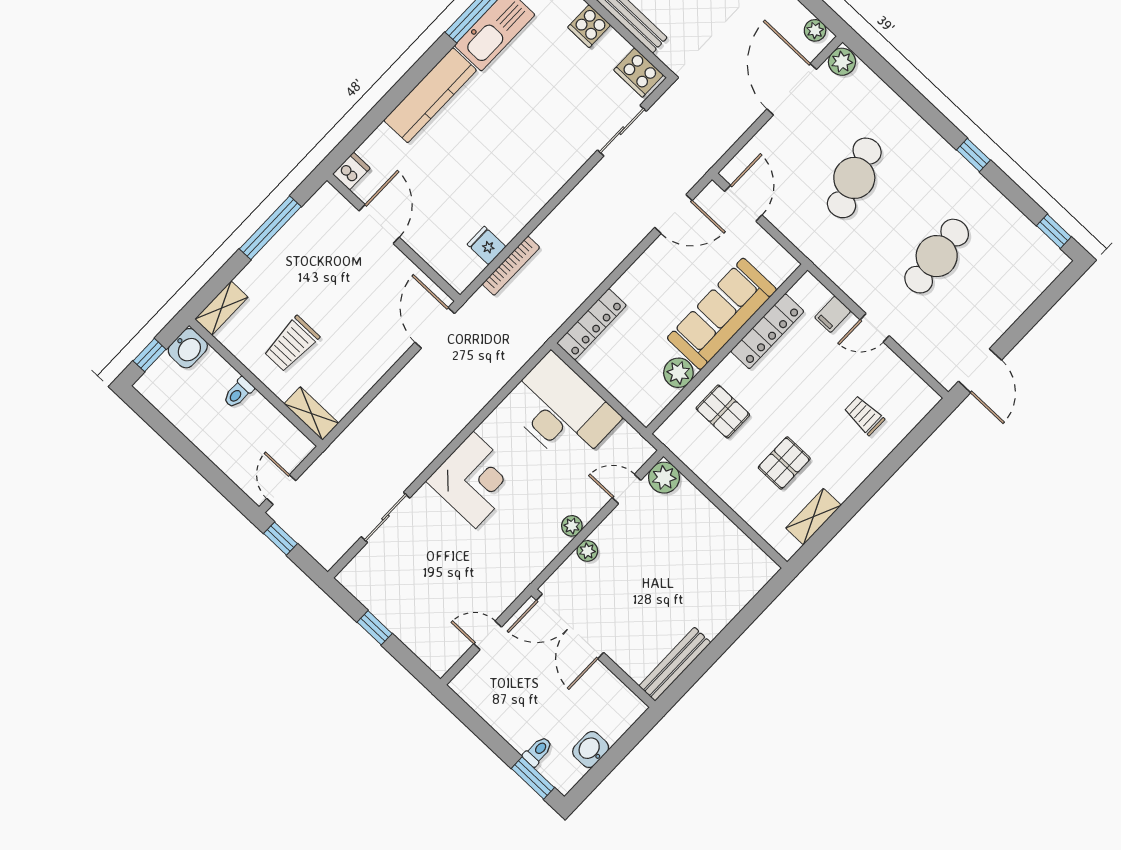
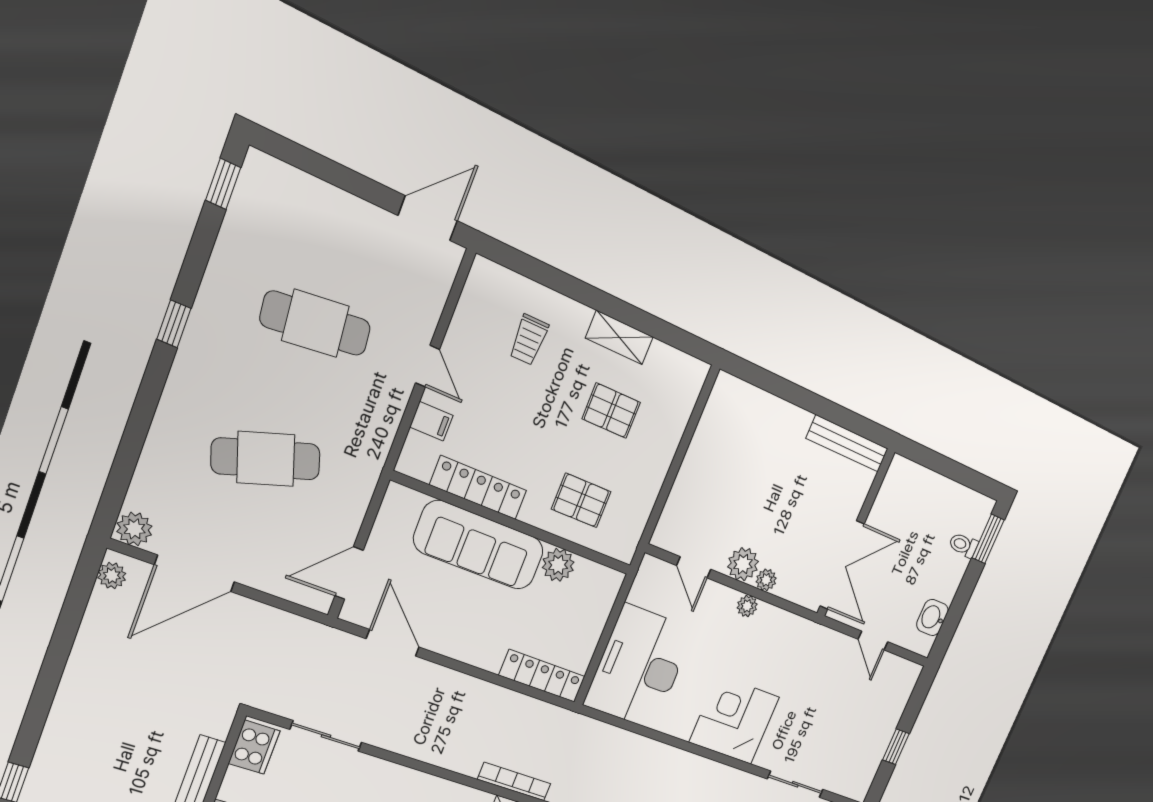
pallet: (723, 412) -> (581, 500), turned 90
plant: (664, 478) -> (743, 564), moved
shelving: (813, 517) -> (619, 337), moved
washbasin: (591, 749) -> (932, 617), moved, turned 90

